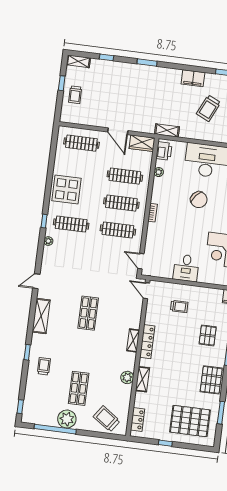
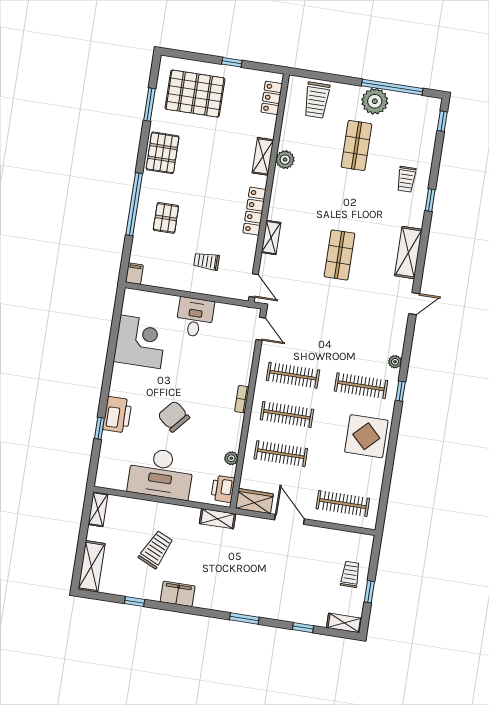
shelving: (133, 340) -> (271, 238), moved
trolley: (107, 419) -> (317, 100), turned 55

